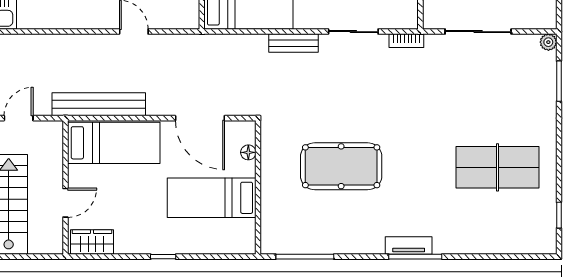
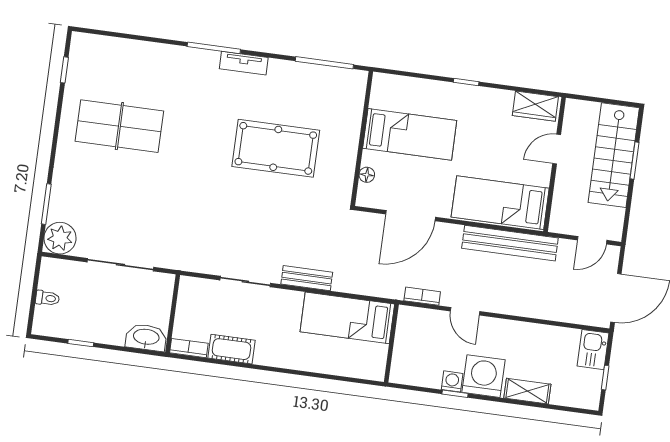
bookcase: (406, 41) -> (422, 296), moved
plant: (548, 42) -> (60, 238), width x1.88, depth x1.88
door: (200, 118) -> (411, 216), swing flipped
tv unit: (409, 246) -> (244, 63), moved

